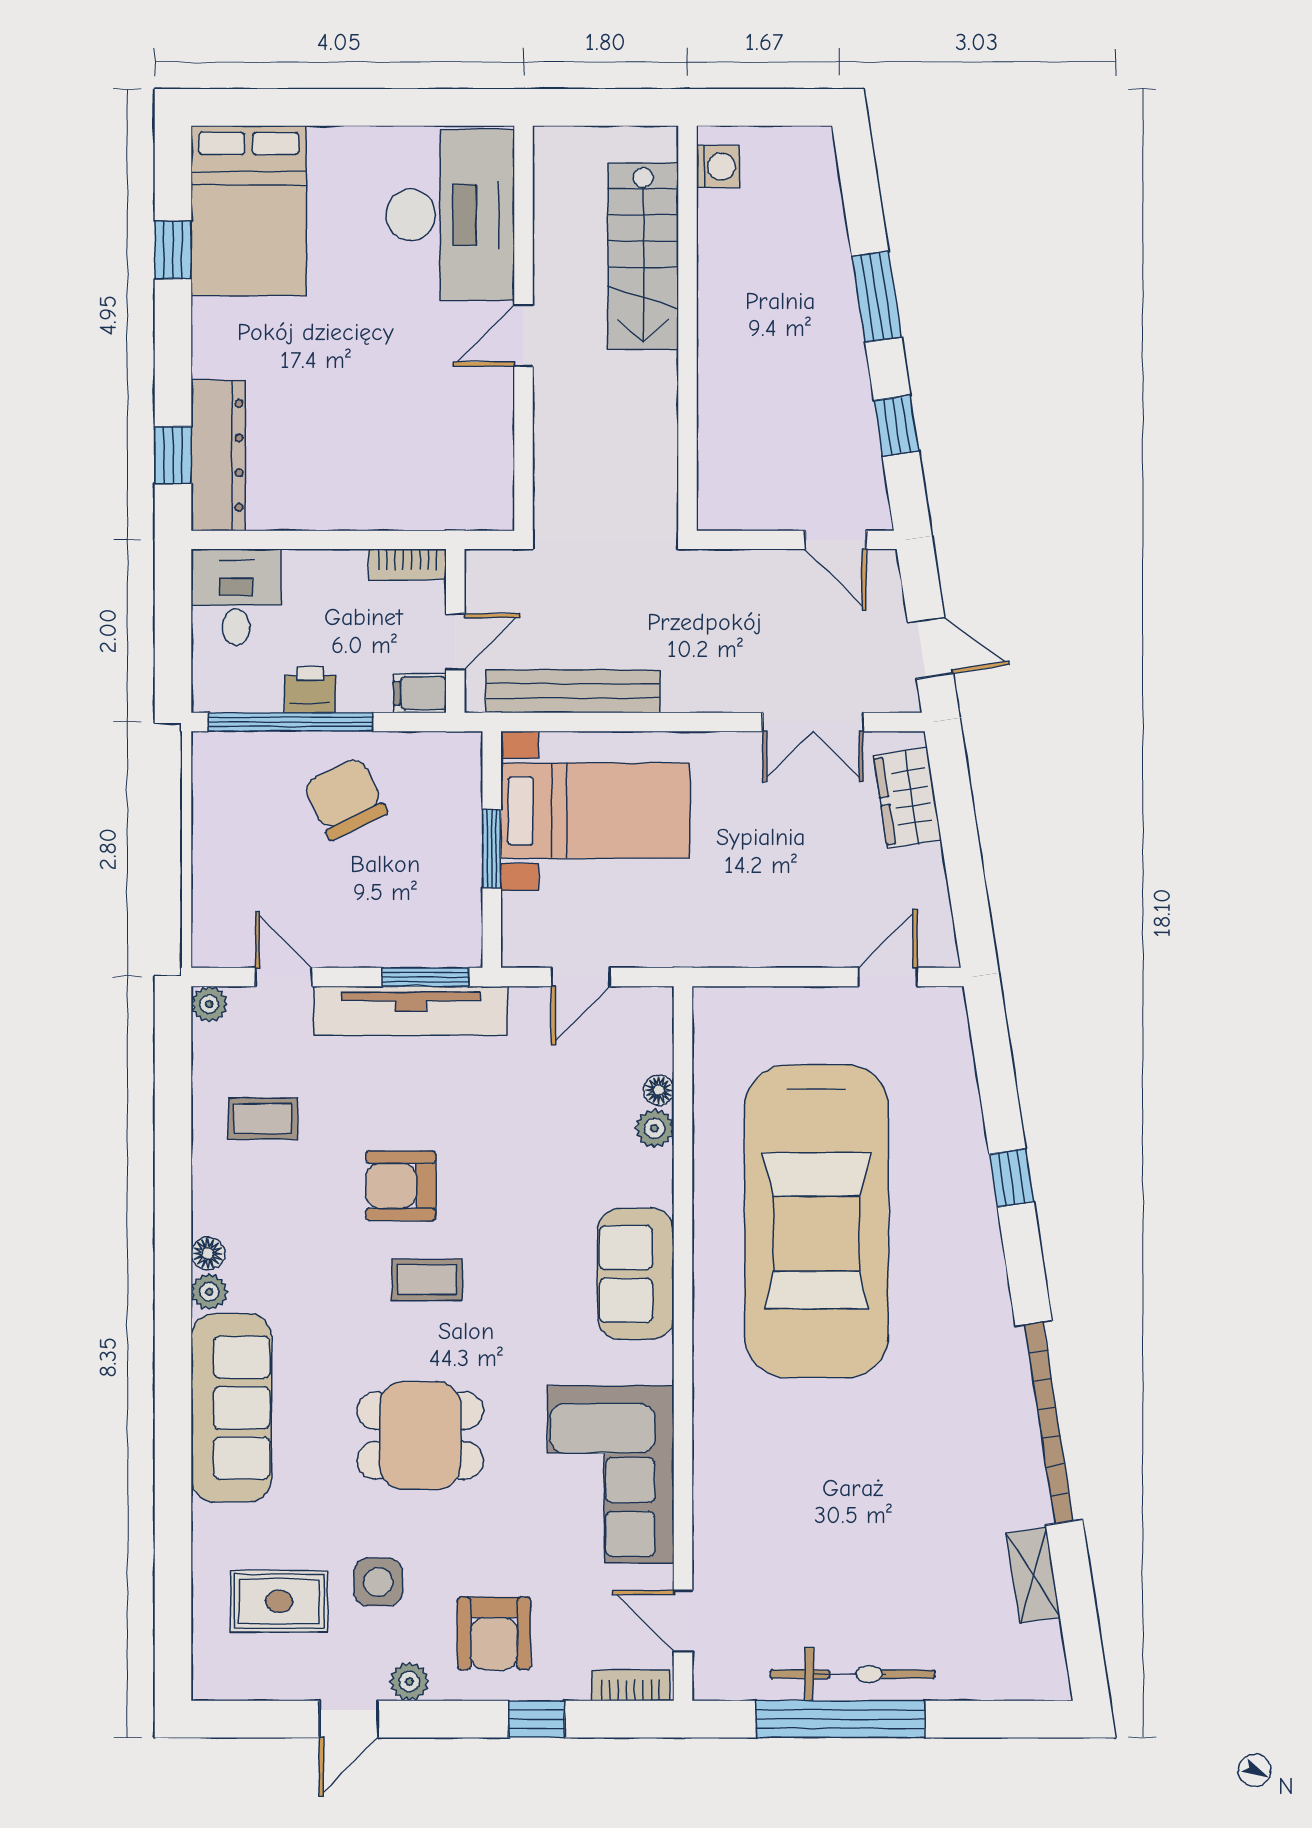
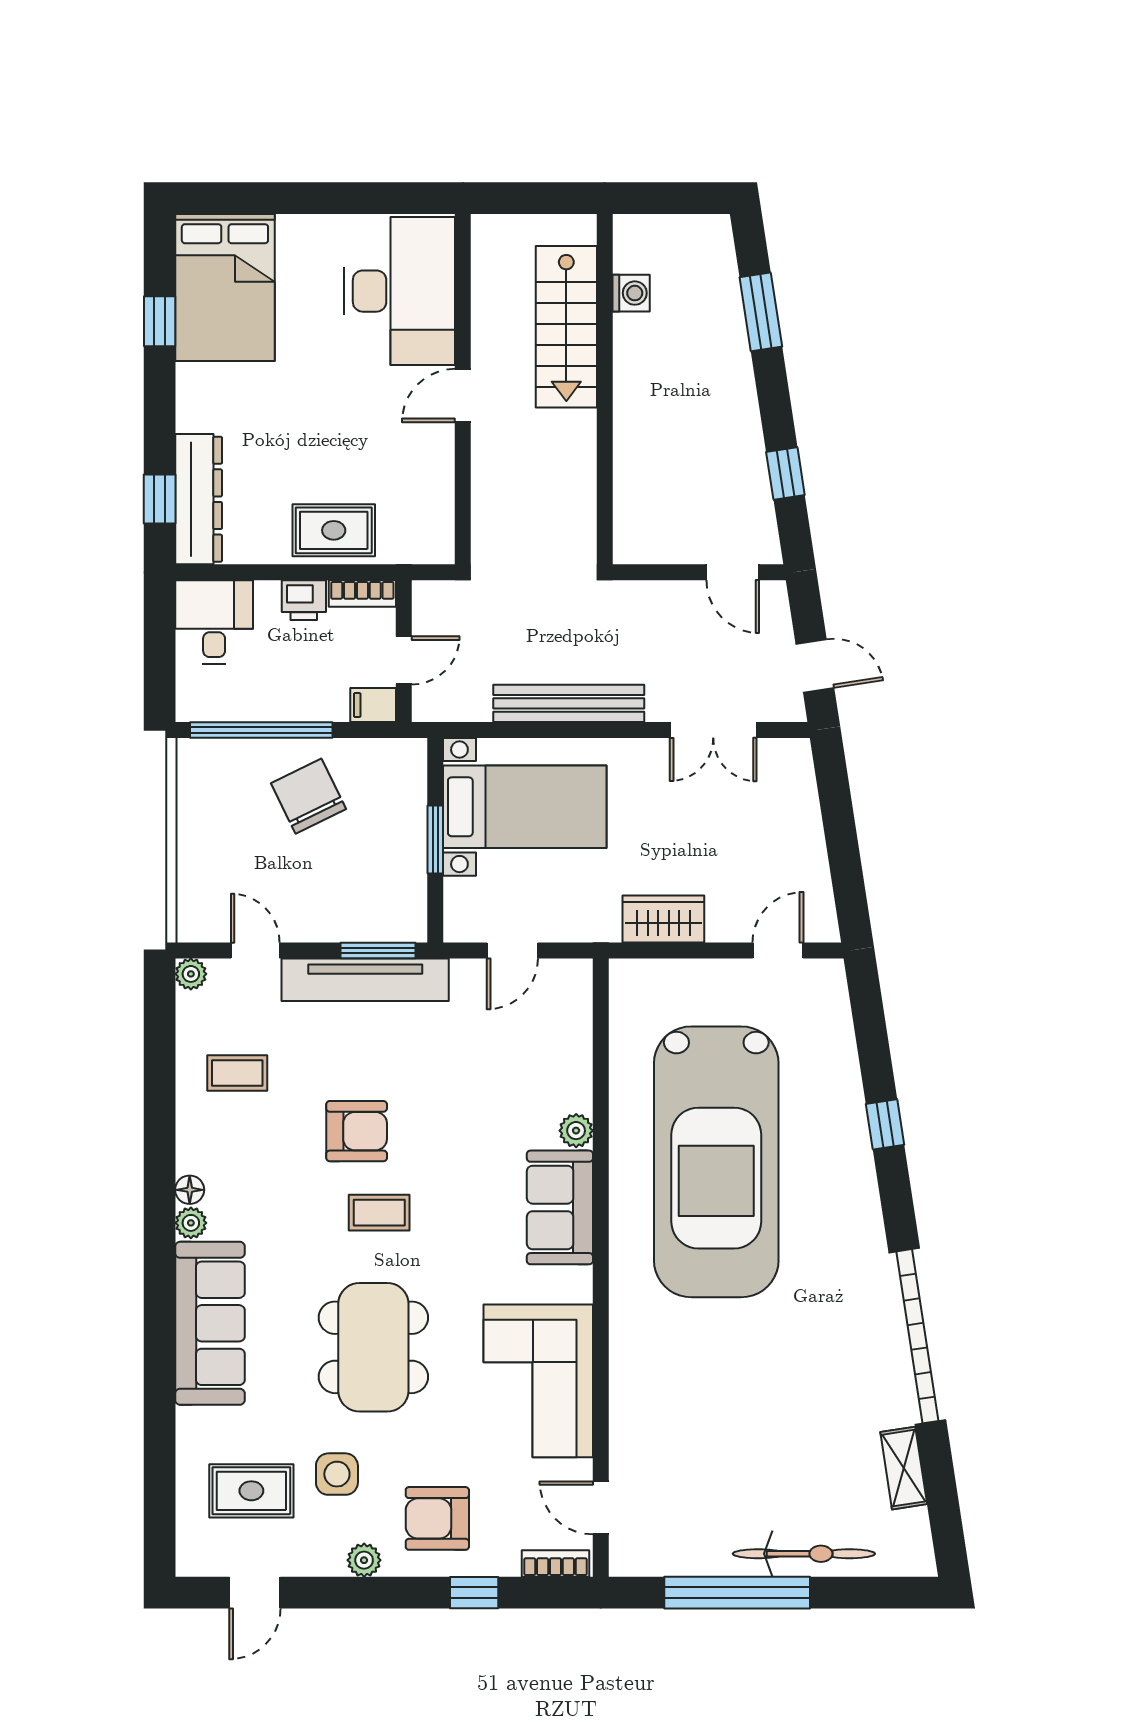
washing machine: (718, 166) -> (631, 293), moved
window: (877, 297) -> (761, 312), moved
rug: (374, 491) -> (334, 530), added
printer: (310, 690) -> (304, 600), moved, turned 180
bench: (573, 691) -> (569, 703), moved
wardrobe: (907, 798) -> (663, 919), moved, turned 99
floor lamp: (659, 1090) -> (580, 1048), removed
plant: (654, 1128) -> (576, 1131), moved
armchair: (401, 1186) -> (357, 1131), turned 180
dining table: (420, 1436) -> (373, 1347), width x1.38
armchair: (494, 1633) -> (437, 1518), turned 90
bicycle: (853, 1674) -> (804, 1554), moved
door: (349, 1719) -> (255, 1593), moved

